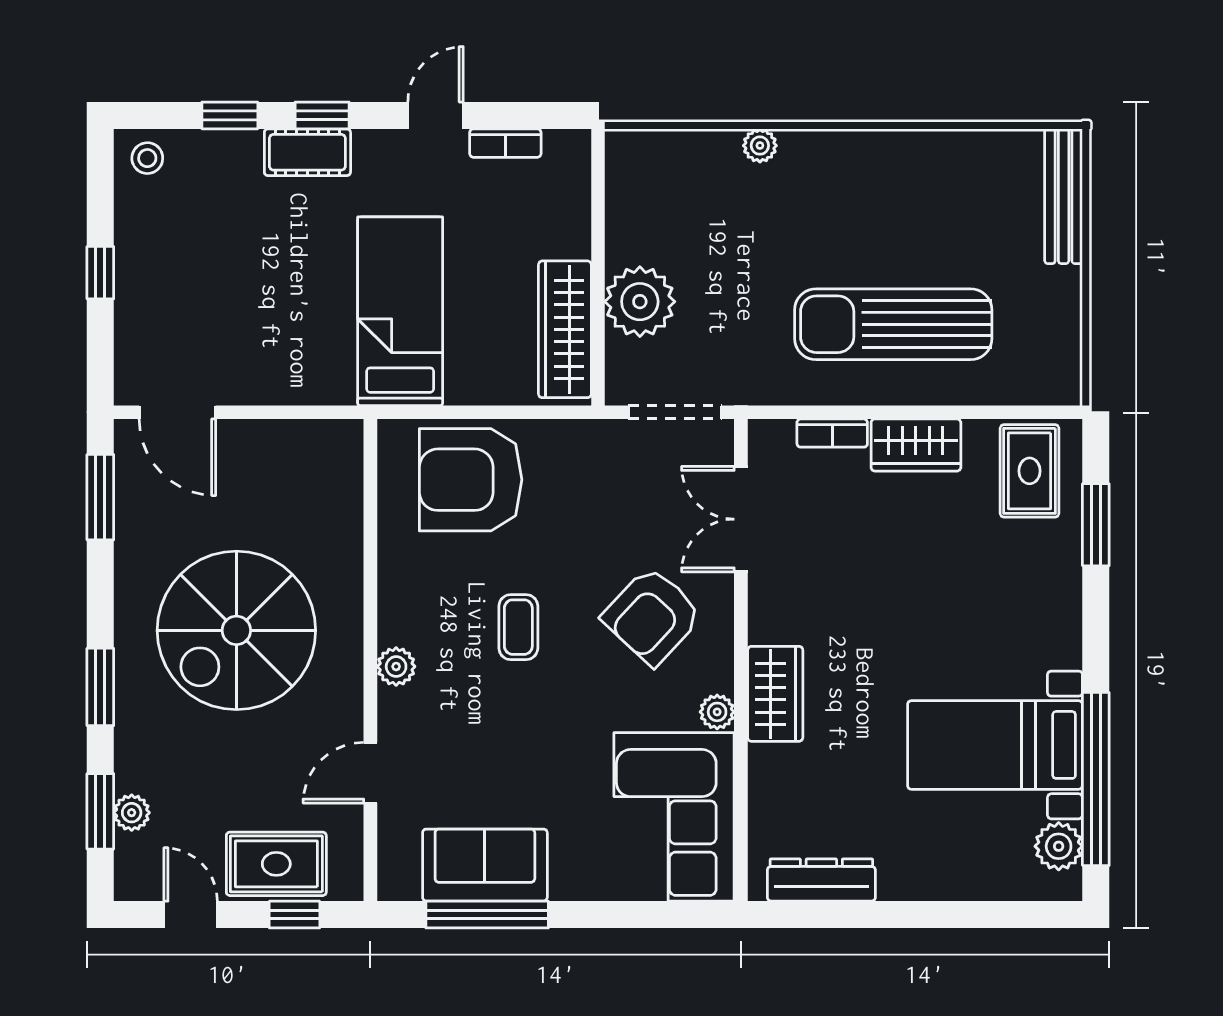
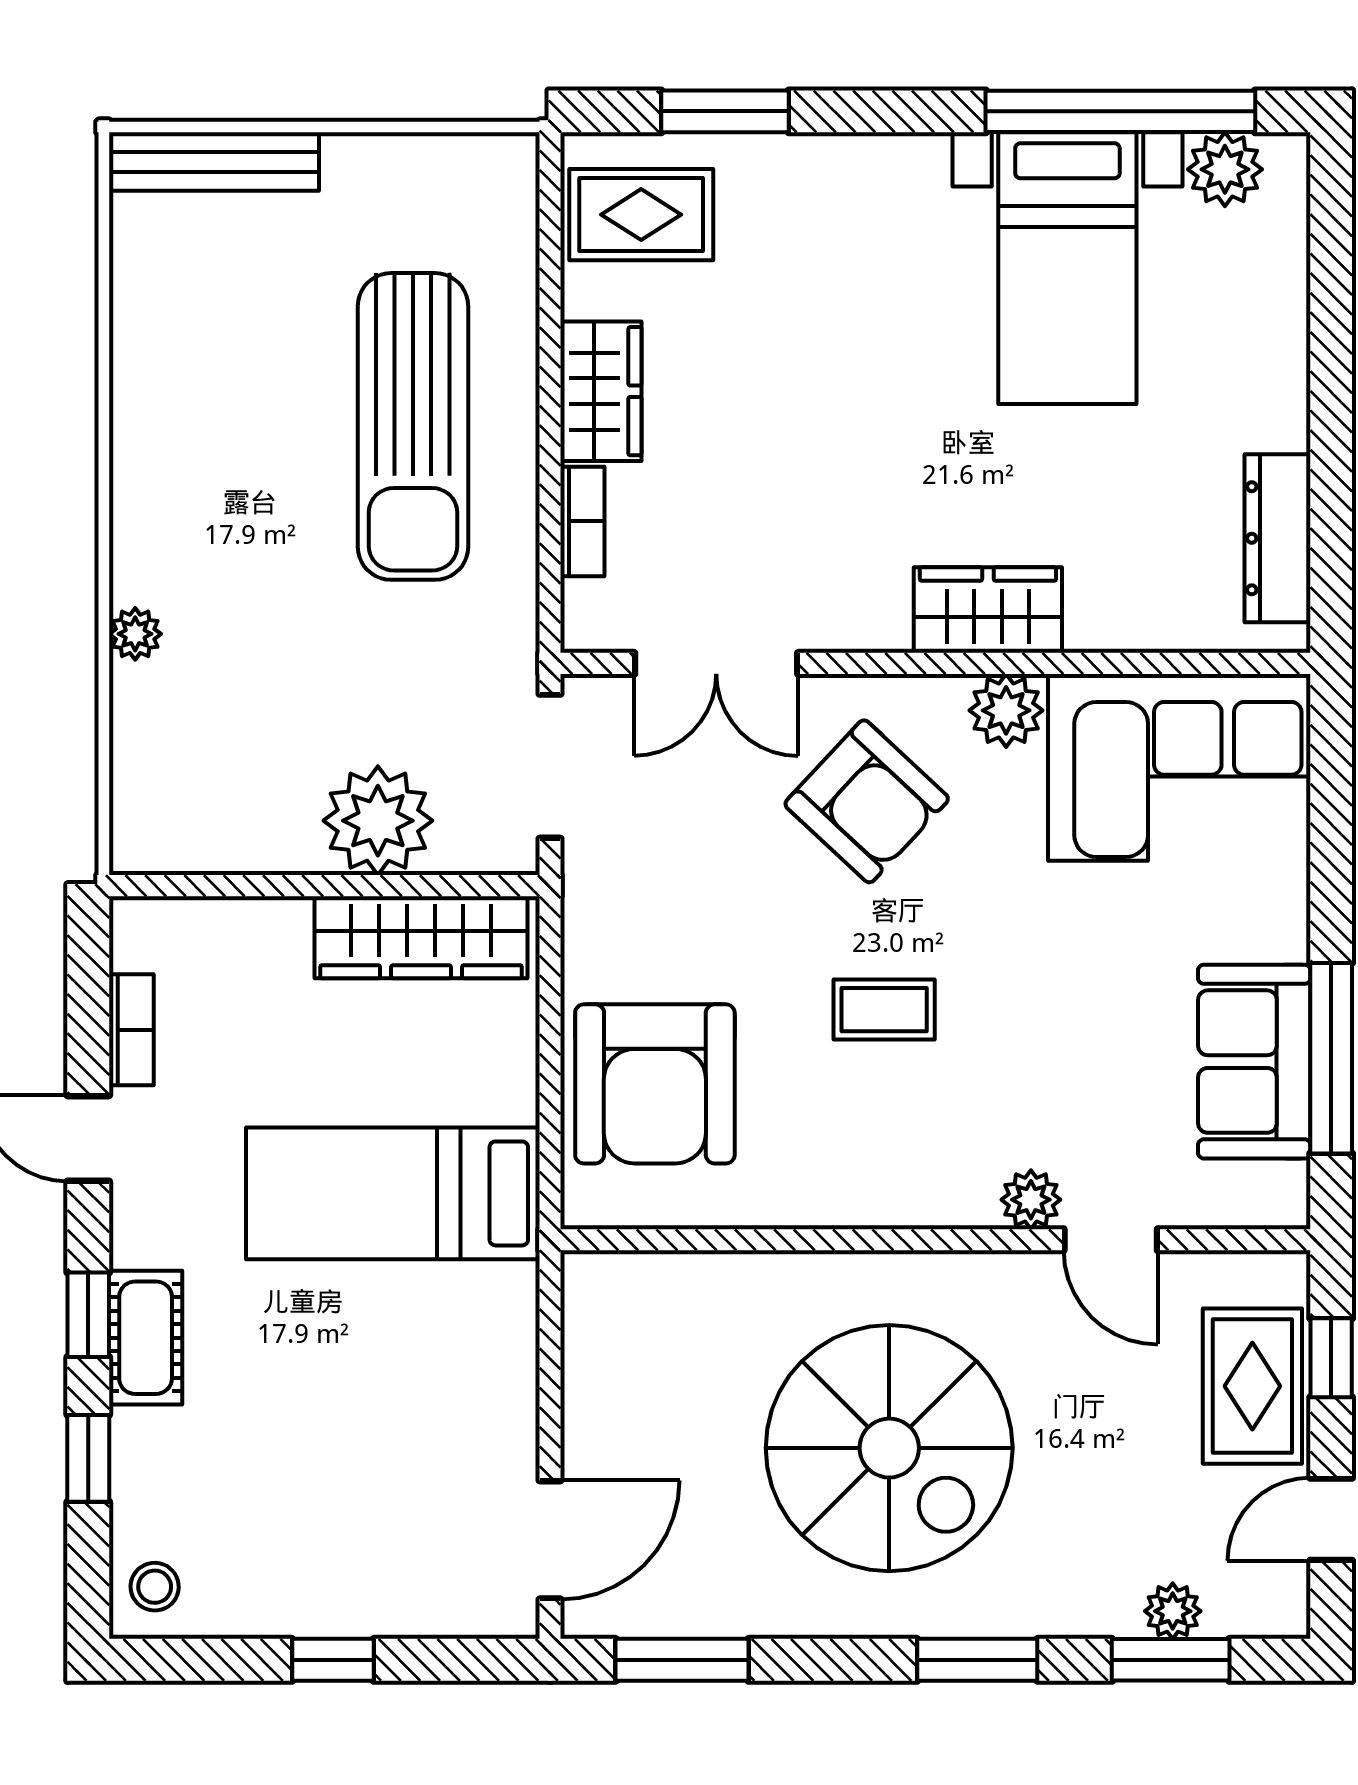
plant: (396, 667) -> (1031, 1200), moved
plant: (717, 712) -> (1006, 710), width x1.38, depth x1.38

